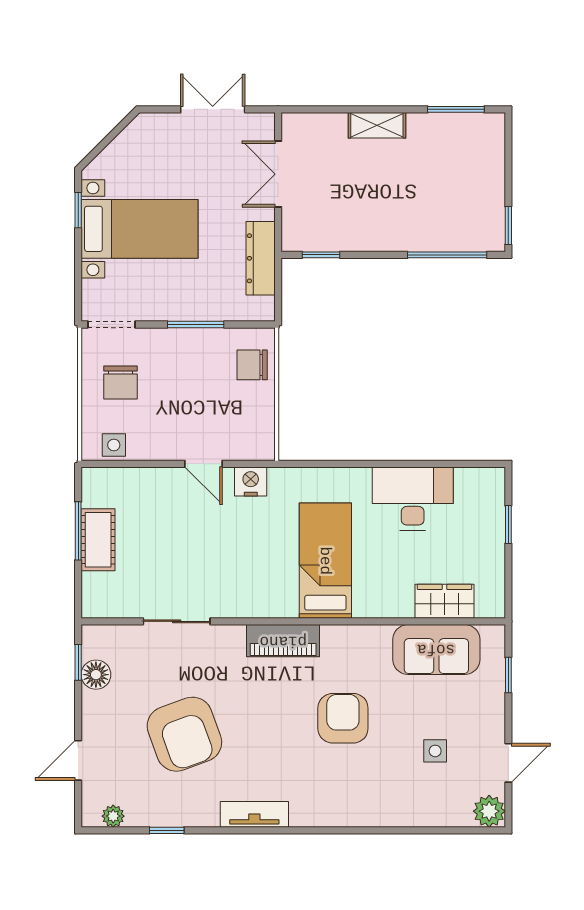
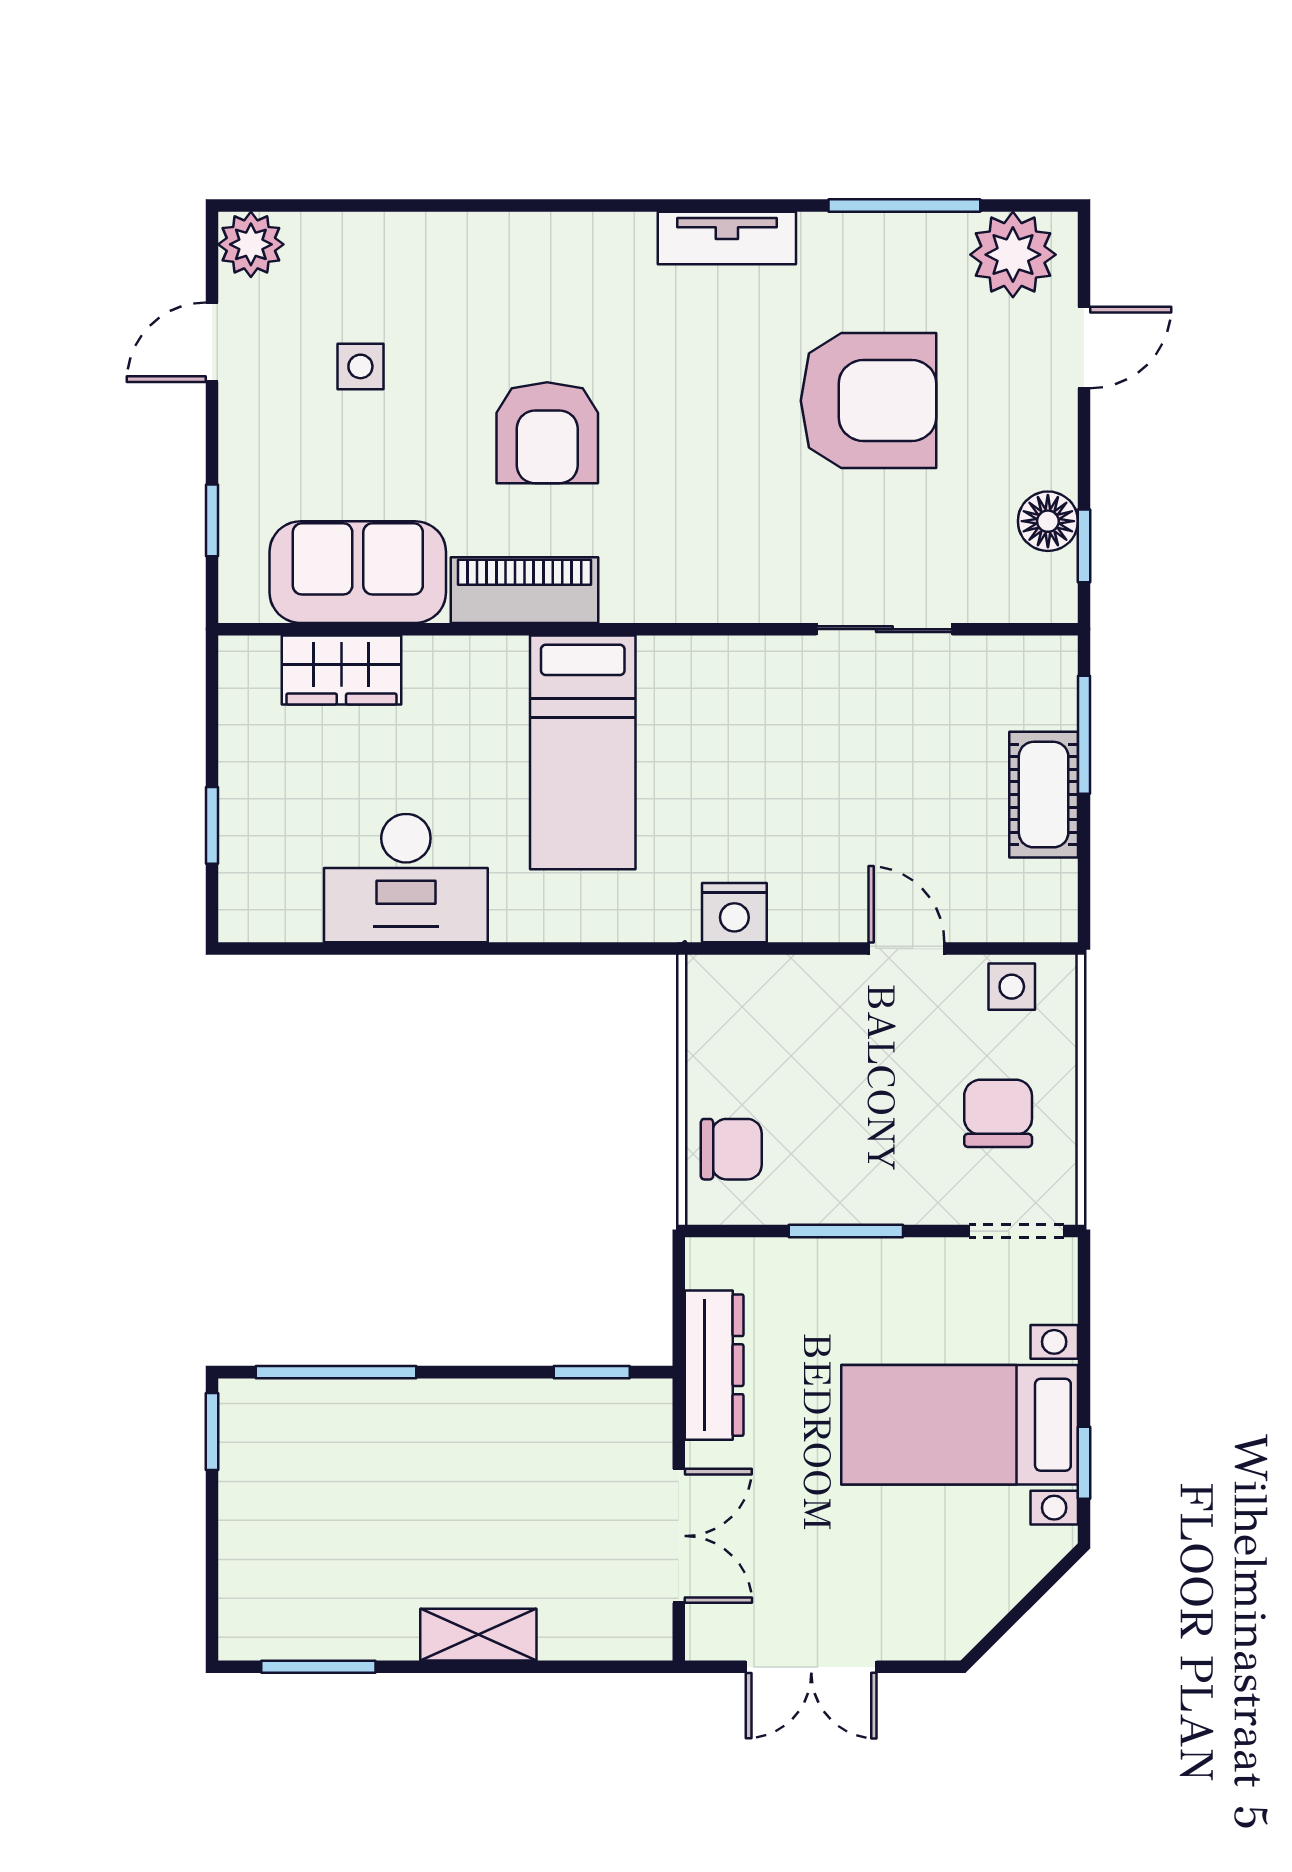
door: (203, 464) -> (906, 948), moved
window: (78, 531) -> (1084, 735), moved
piano: (283, 641) -> (525, 590), moved
armchair: (184, 734) -> (869, 401), turned 110
plant: (113, 816) -> (1013, 255), width x1.88, depth x1.88
window: (167, 830) -> (904, 205), width x2.17

